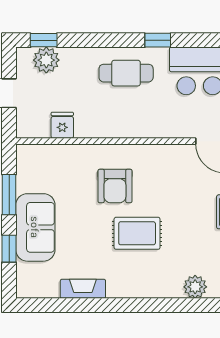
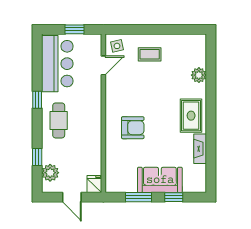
window: (44, 40) -> (37, 157), moved
fridge: (62, 125) -> (94, 184), moved, turned 90
rug: (137, 233) -> (191, 116), moved

